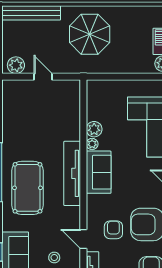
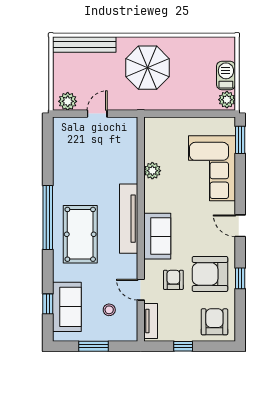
door: (43, 77) -> (97, 114), hinge flipped
plant: (92, 144) -> (150, 187), removed
sofa: (99, 172) -> (157, 236), moved

